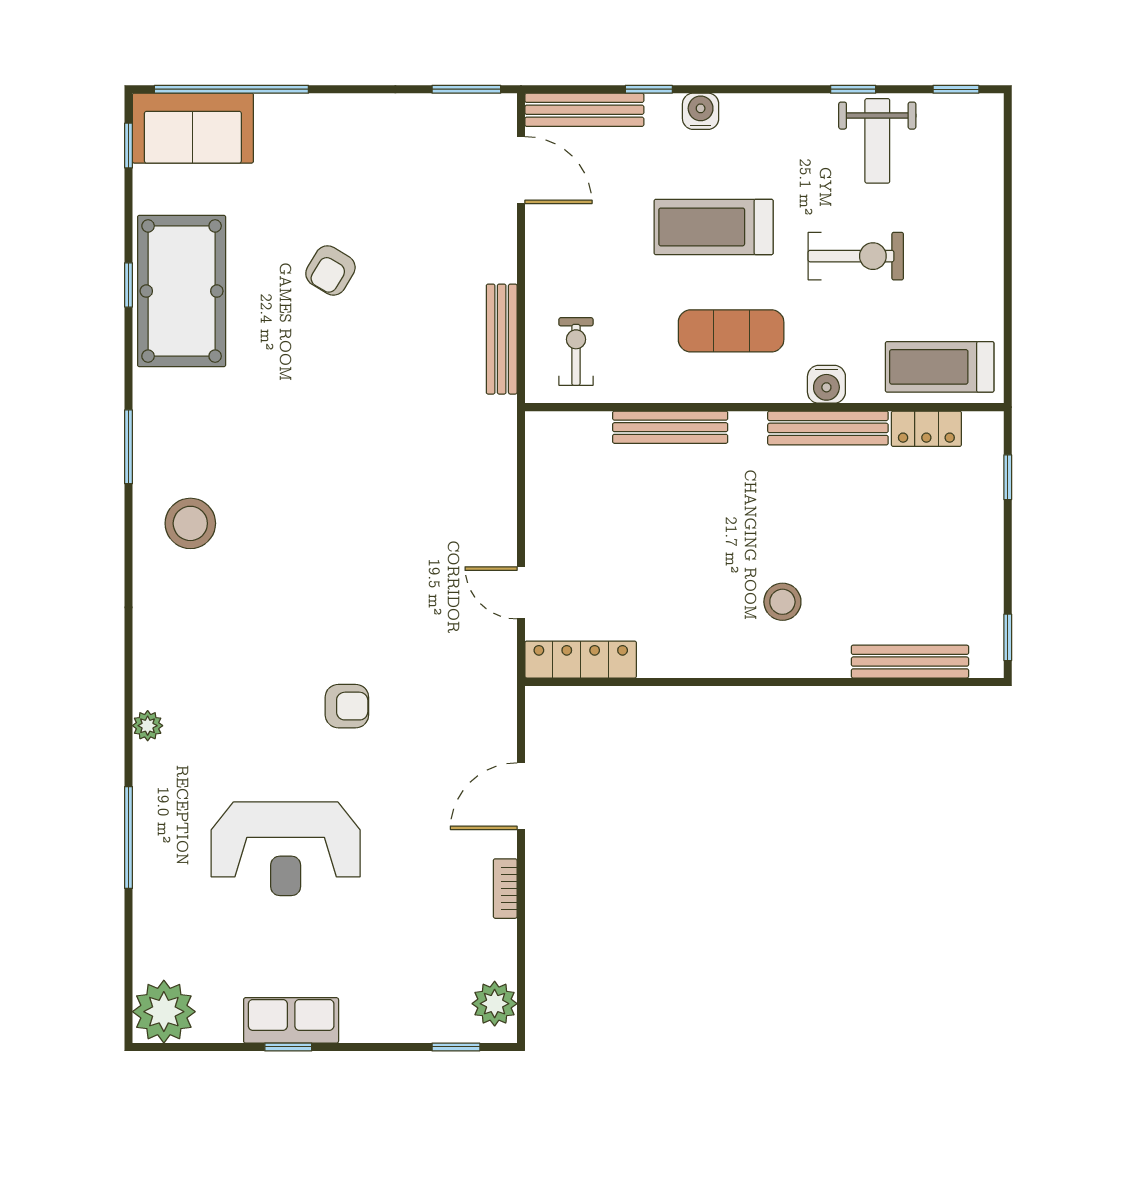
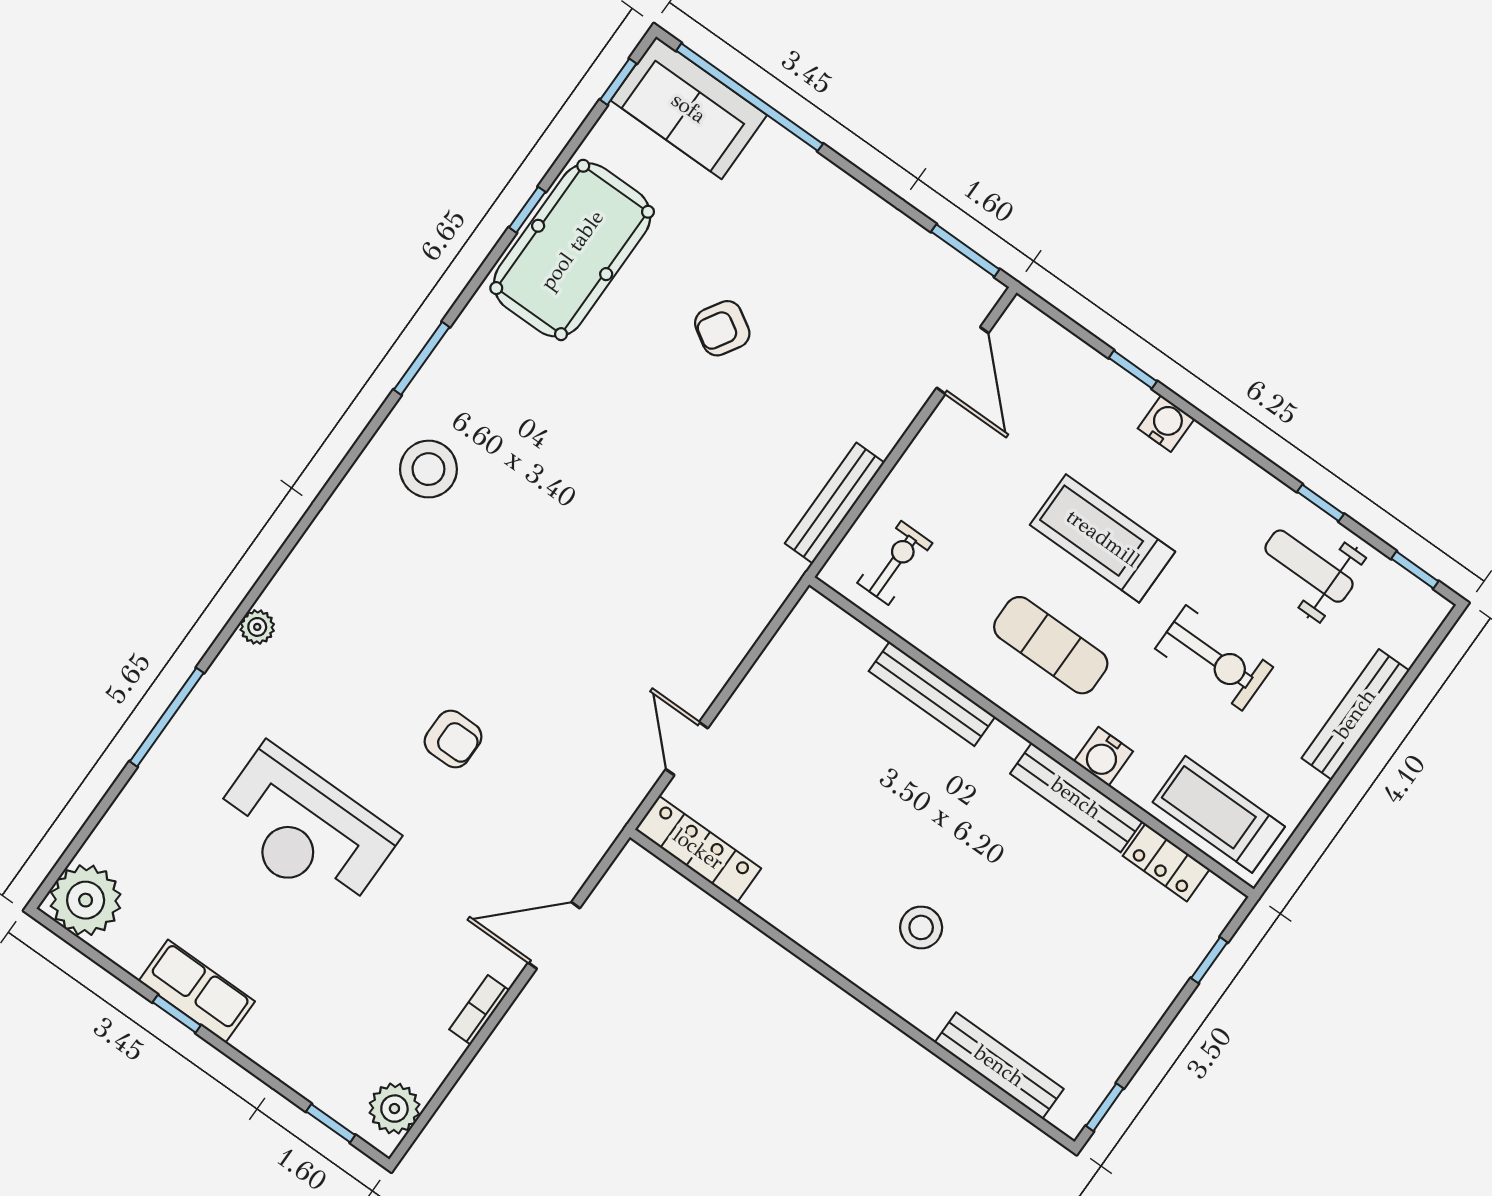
bench: (584, 110) -> (1355, 714), moved, turned 90
weight bench: (877, 141) -> (1309, 566), turned 90

